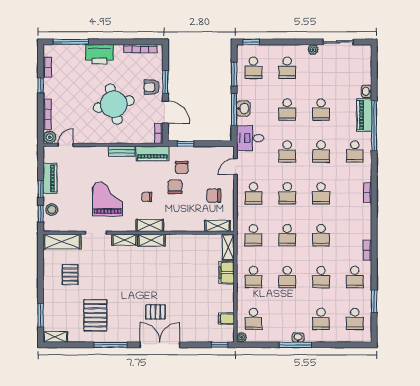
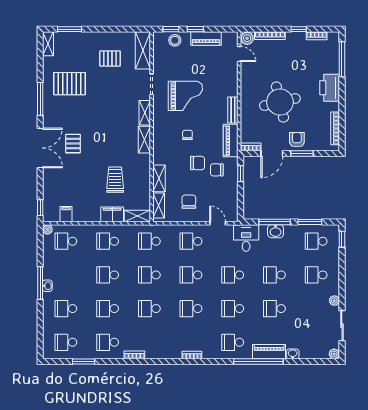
plant: (366, 50) -> (334, 354), added
shelving: (150, 225) -> (159, 178), moved
trolley: (192, 270) -> (115, 180), added

